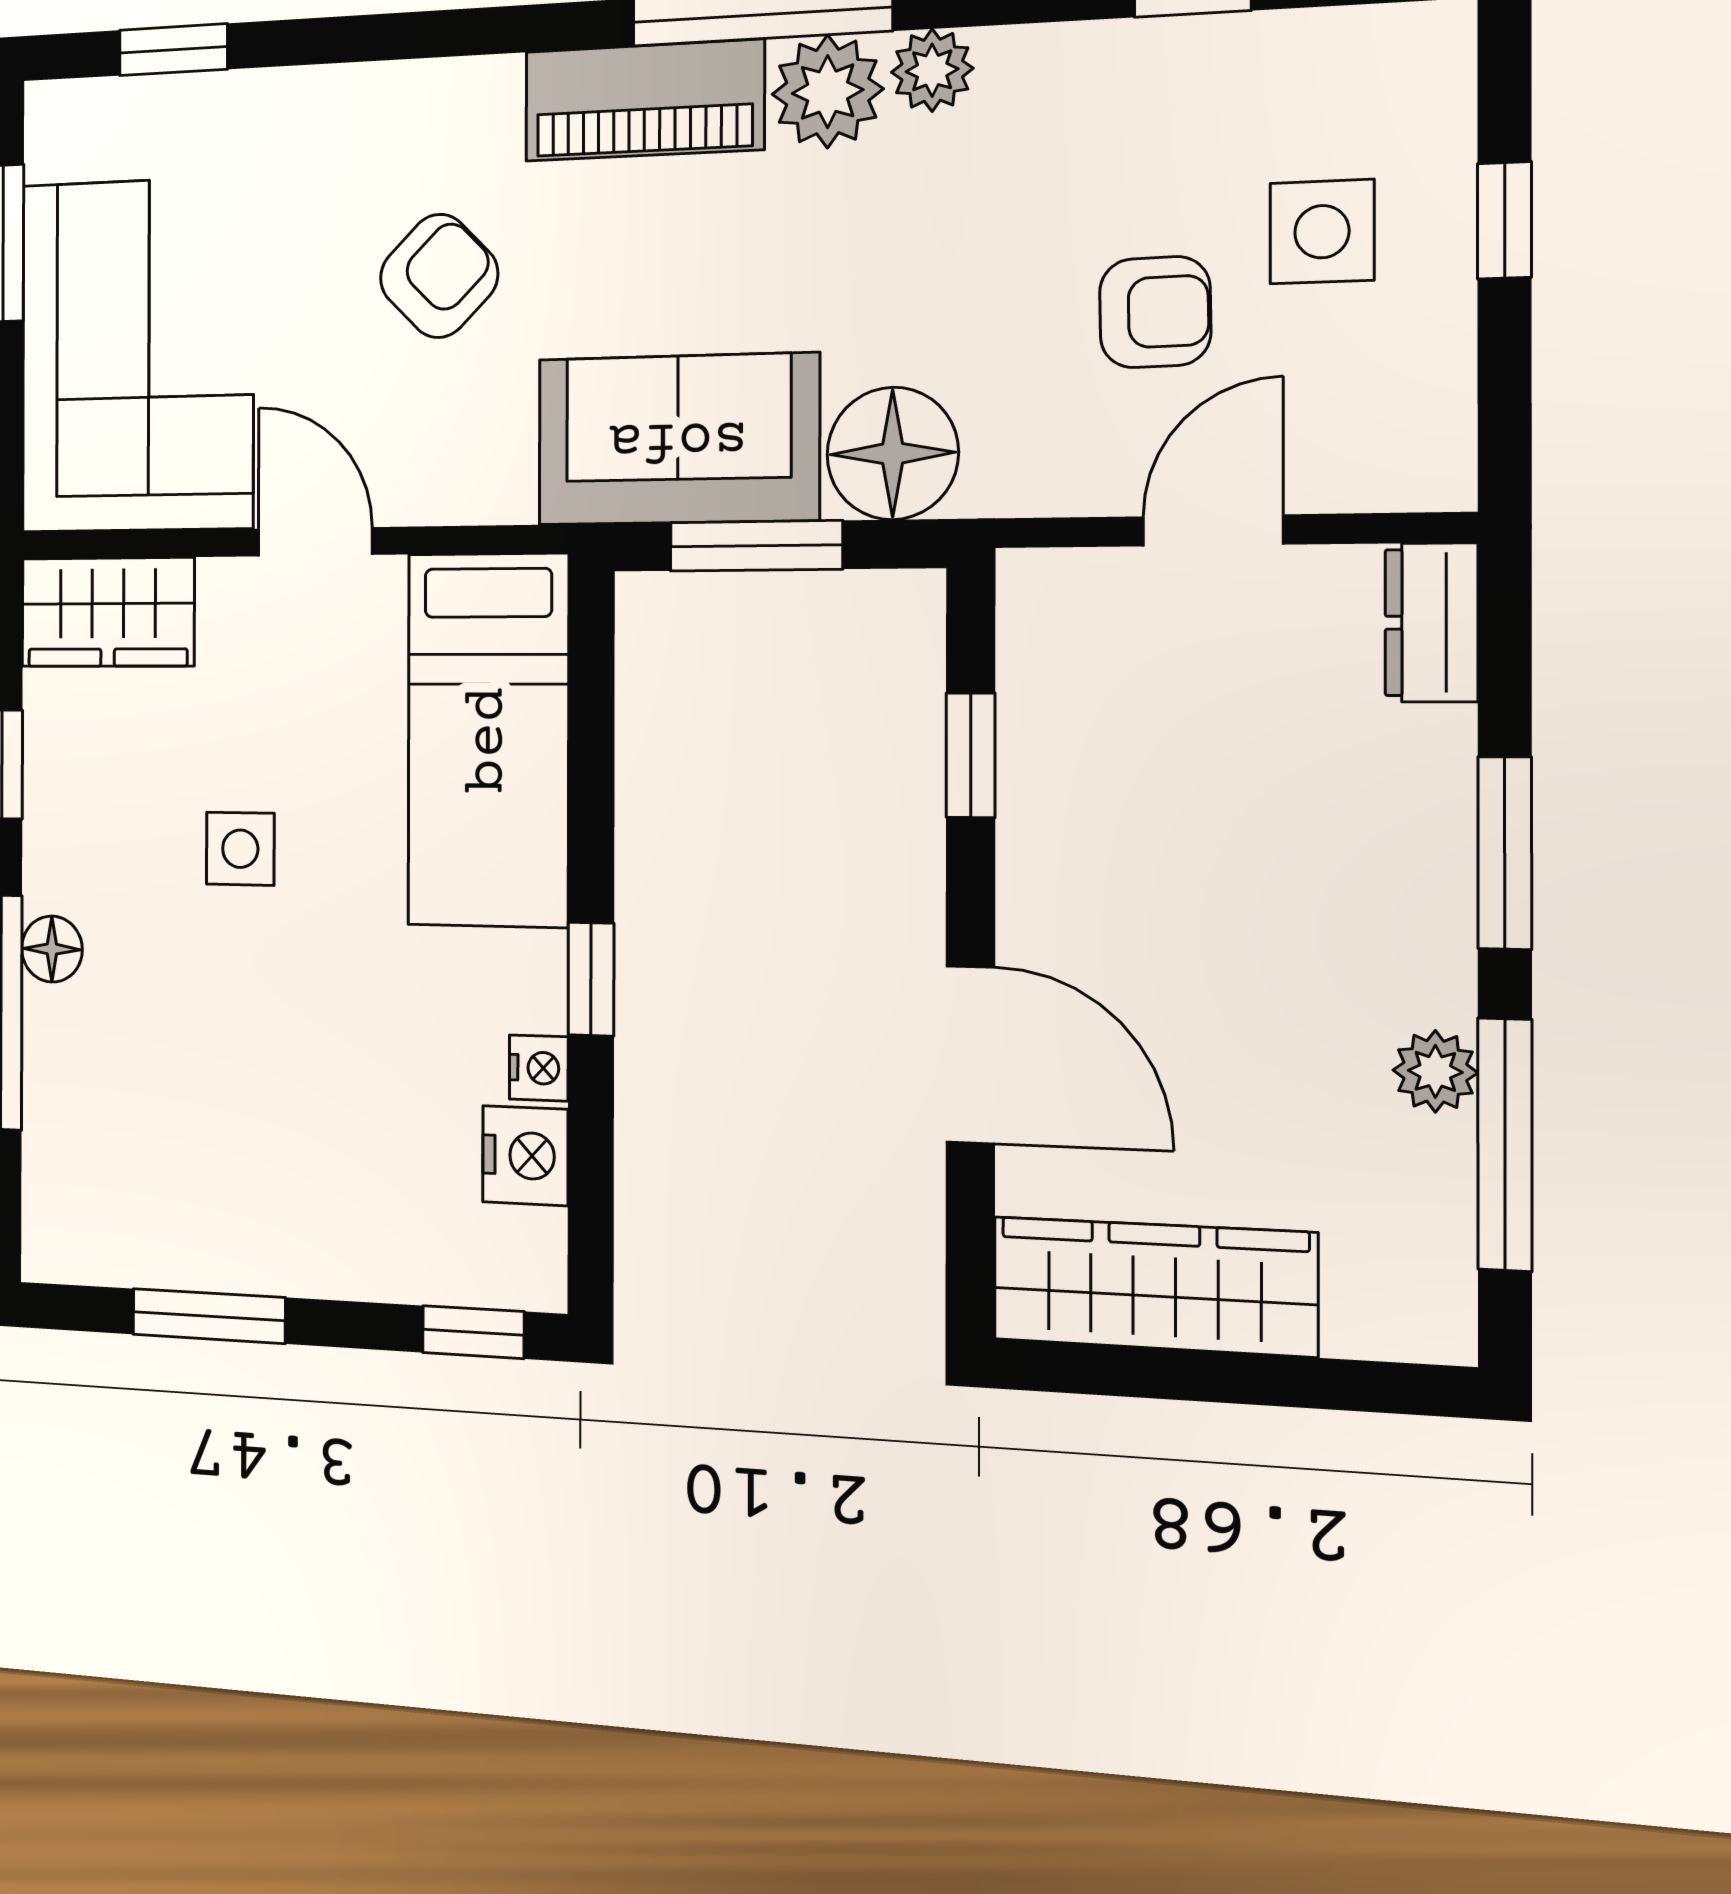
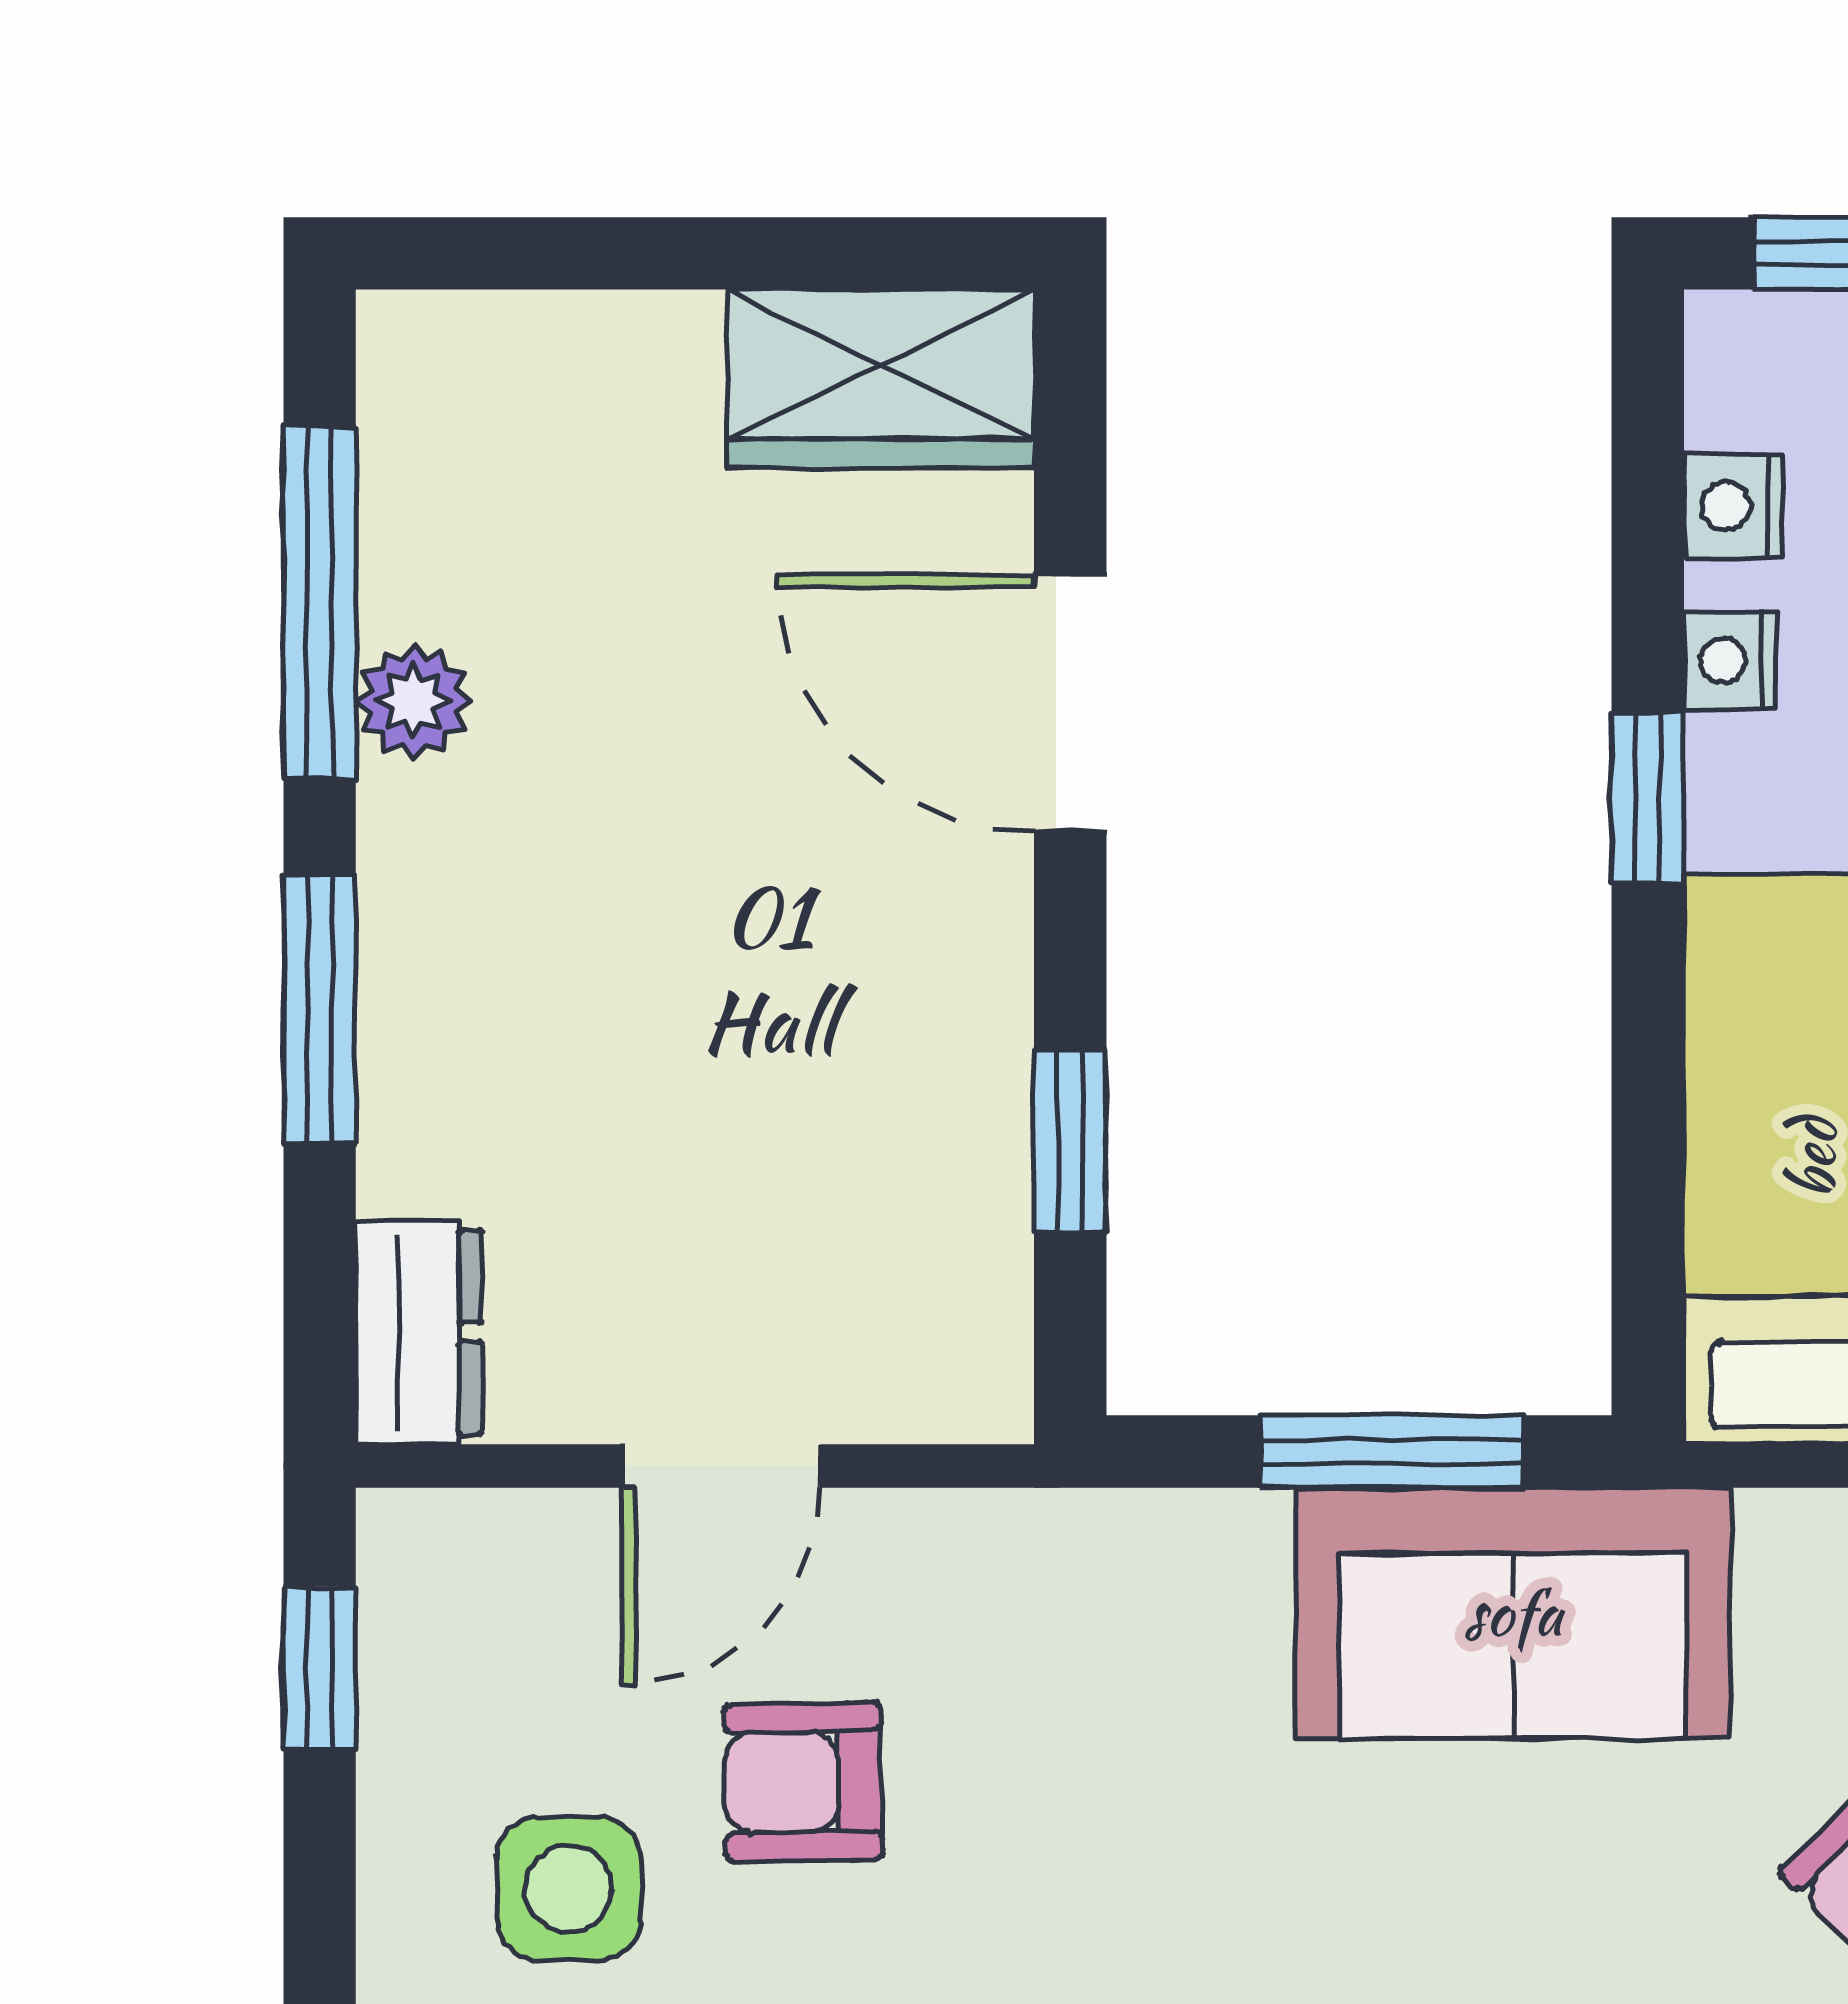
window: (1505, 220) -> (320, 1668), moved
floor lamp: (893, 453) -> (1186, 1585), removed
nightstand: (525, 1156) -> (1734, 506), width x0.72, depth x0.74
wardrobe: (1154, 1286) -> (881, 378), width x0.67

